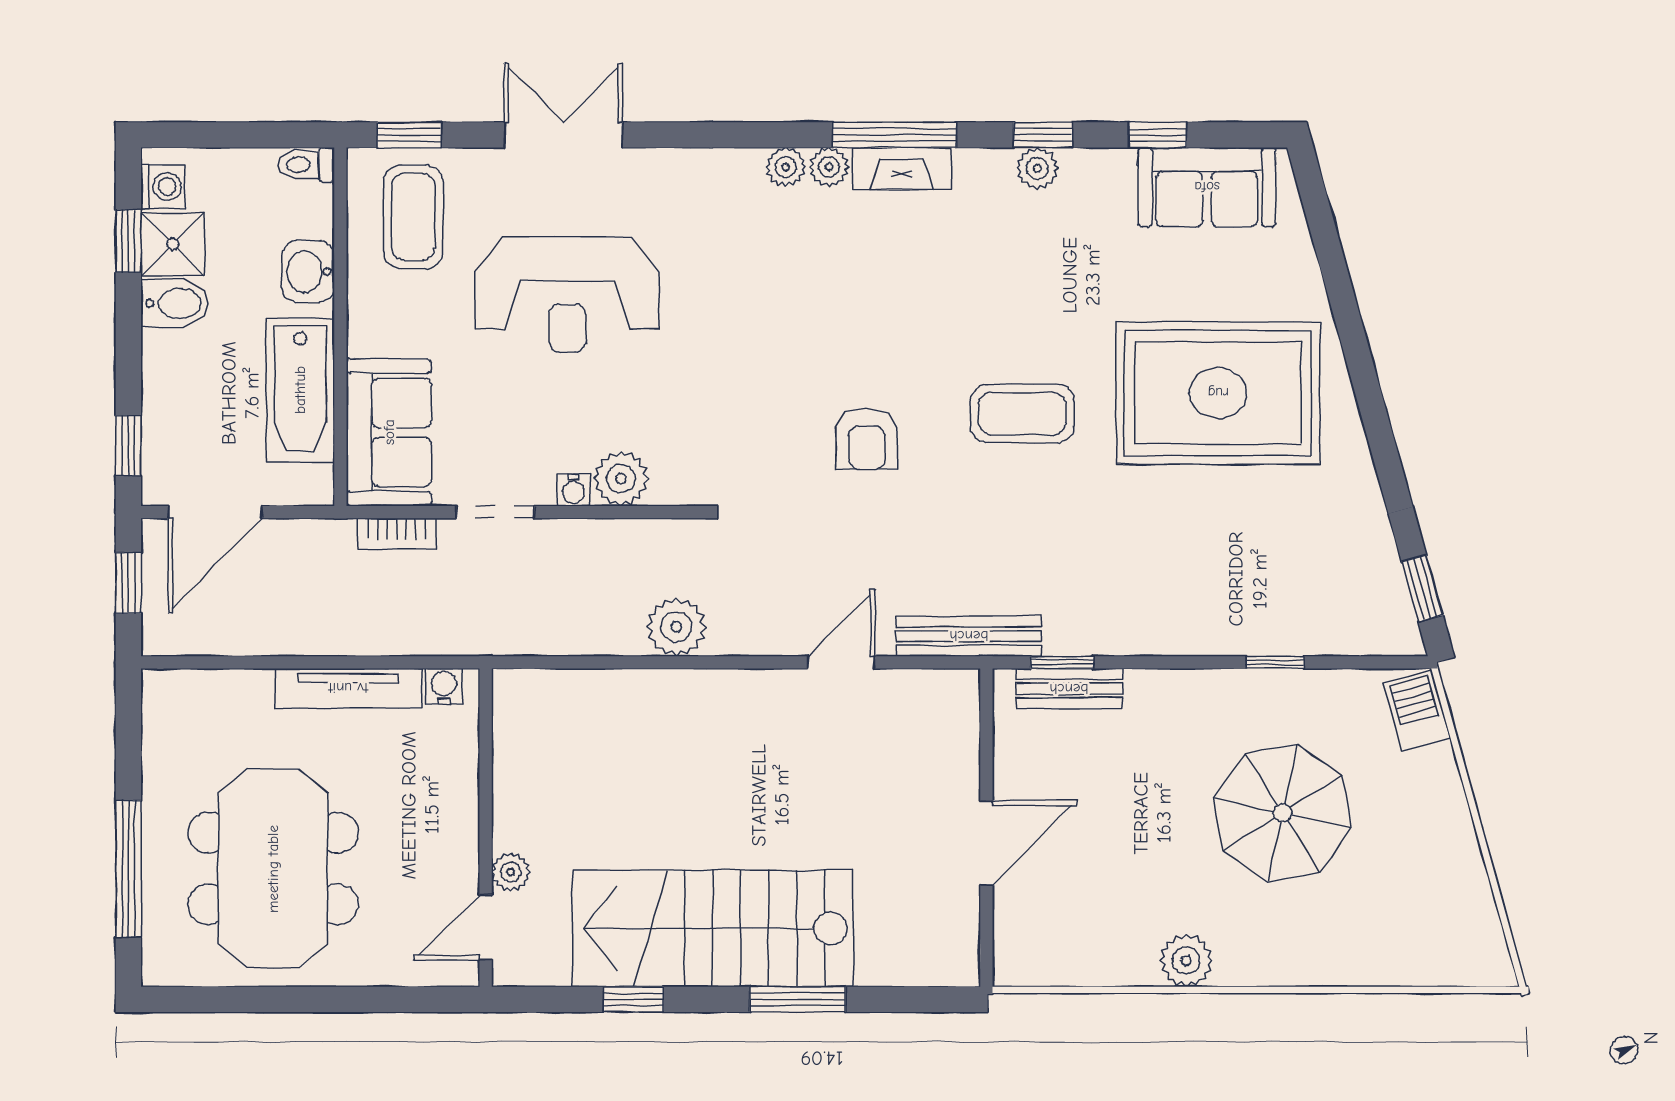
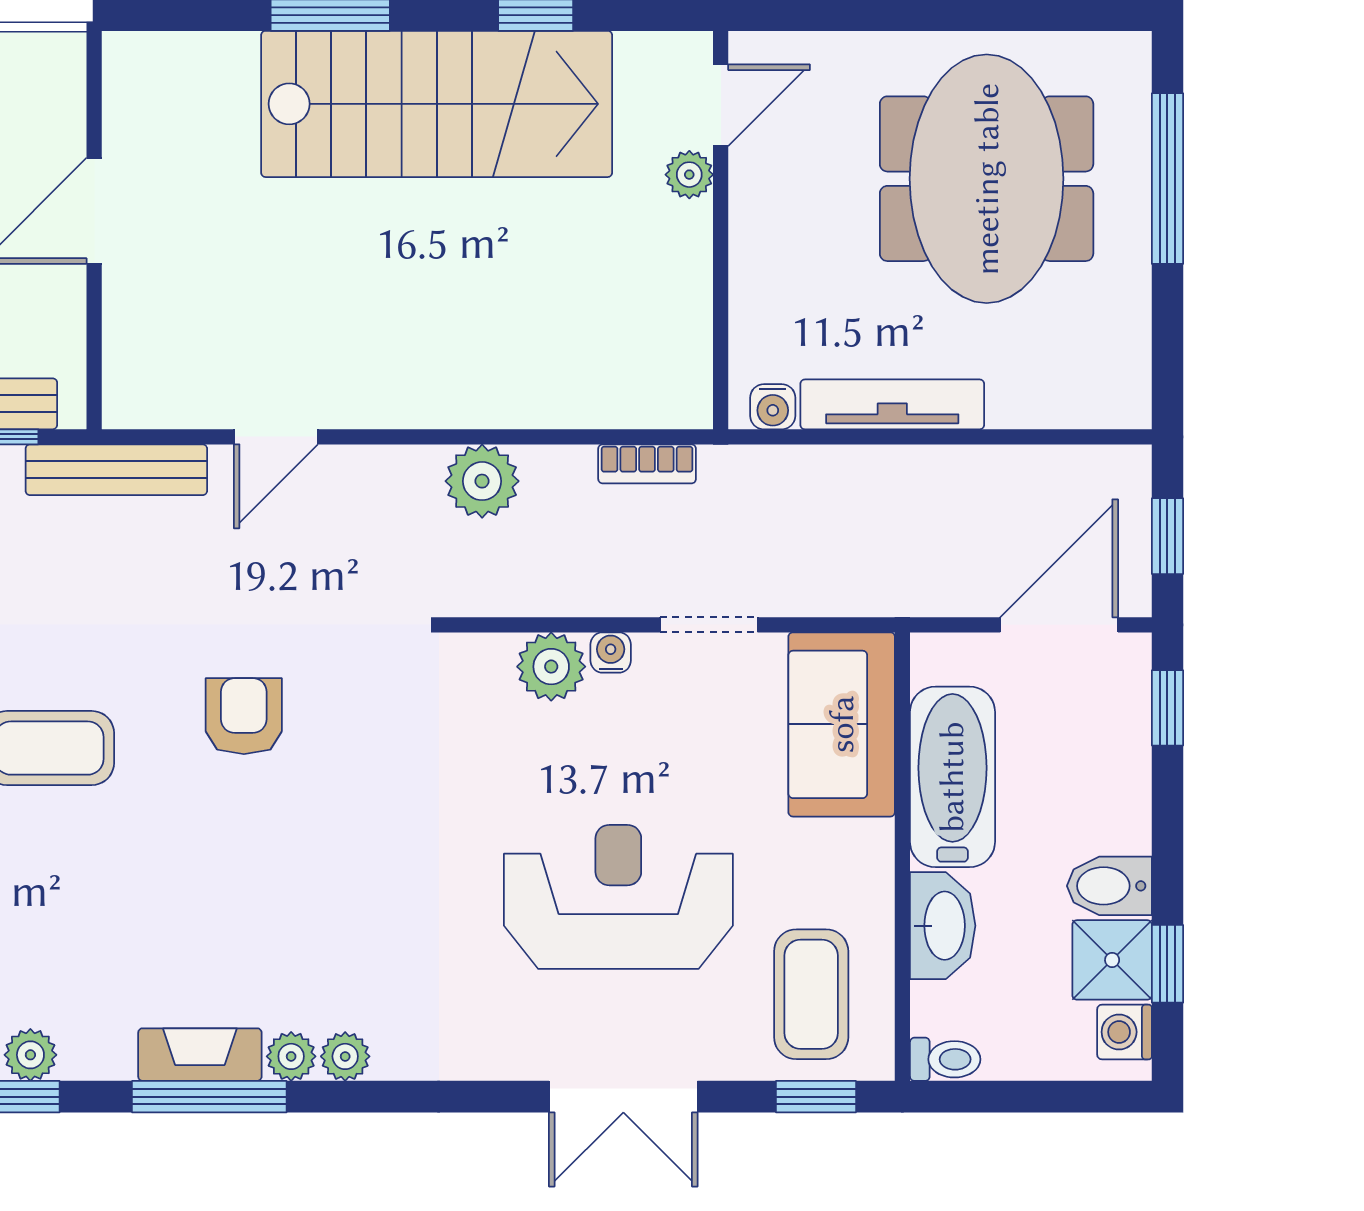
washbasin: (308, 272) -> (943, 926), width x1.38
bookcase: (397, 534) -> (647, 464), moved, turned 180

